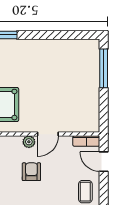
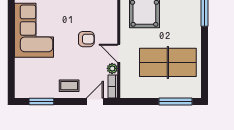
table tennis table: (59, 77) -> (168, 62), added
plant: (29, 142) -> (112, 68), moved

